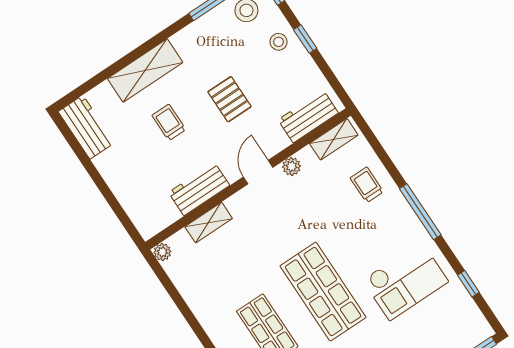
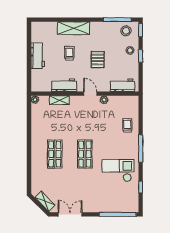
workbench: (86, 127) -> (38, 56), moved
shelving: (334, 139) -> (126, 100), removed
door: (258, 172) -> (90, 94), hinge flipped
checkout: (405, 281) -> (118, 170), turned 180
shop shelf: (323, 292) -> (85, 154), width x0.70, depth x0.74

